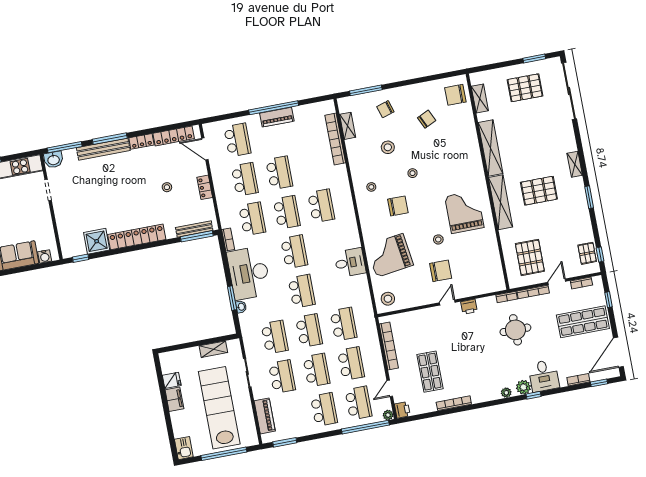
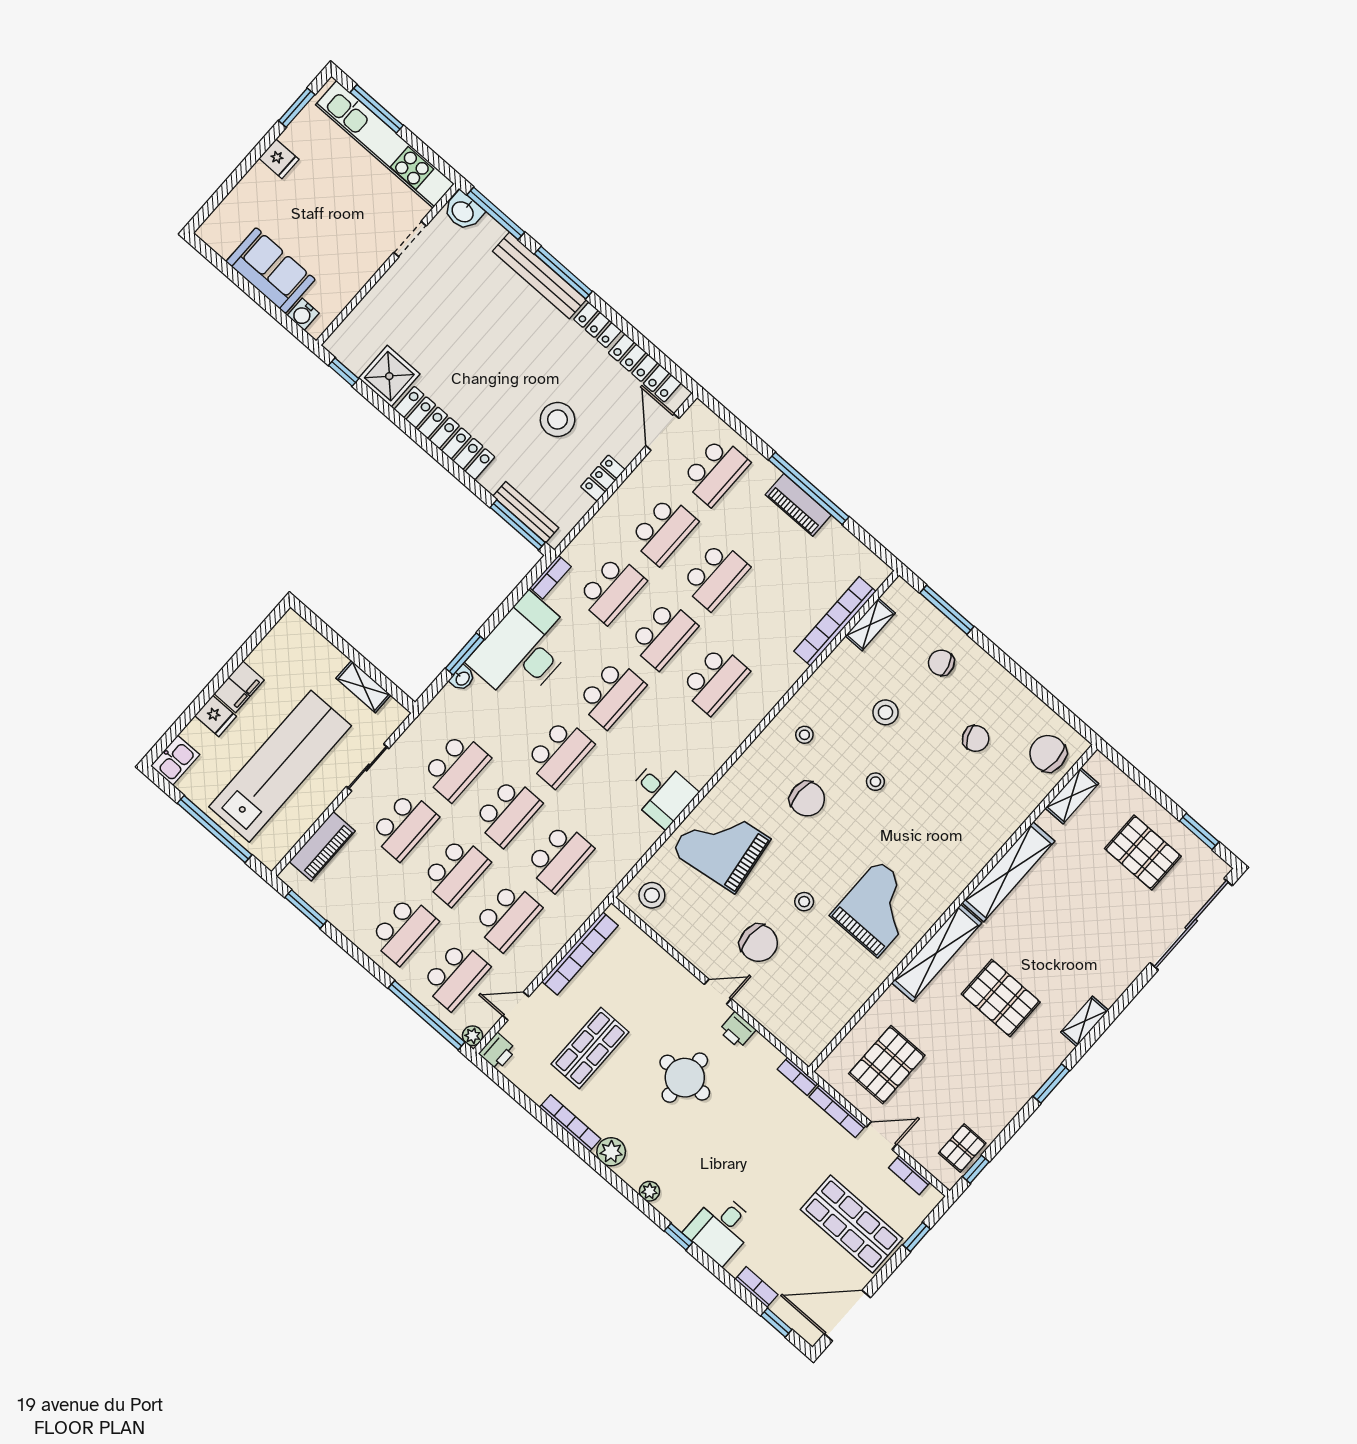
stool: (167, 187) -> (558, 420), width x1.89, depth x1.89
round table: (515, 330) -> (685, 1078), moved
fridge: (172, 380) -> (216, 716), moved
plant: (523, 387) -> (611, 1152), moved

